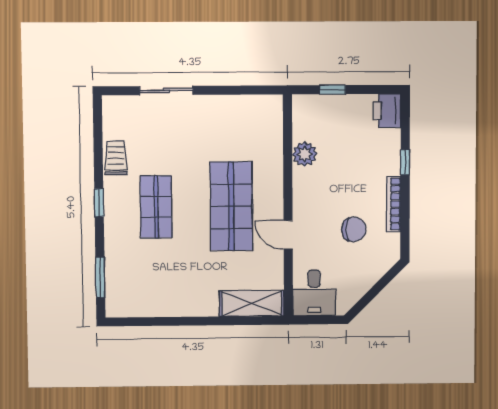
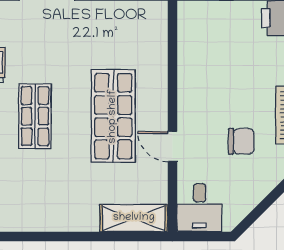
plant: (305, 154) -> (190, 62), removed

